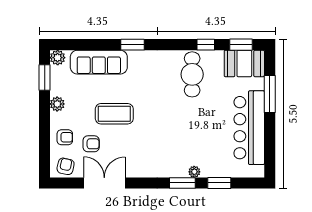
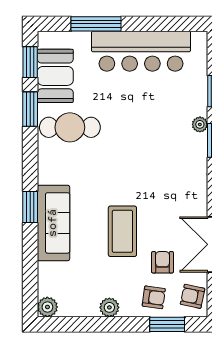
window: (206, 45) -> (30, 109), width x1.50
sofa: (99, 62) -> (53, 223), moved
booth: (244, 63) -> (55, 76), moved
window: (45, 78) -> (167, 324), moved
armchair: (65, 137) -> (154, 297), turned 98

